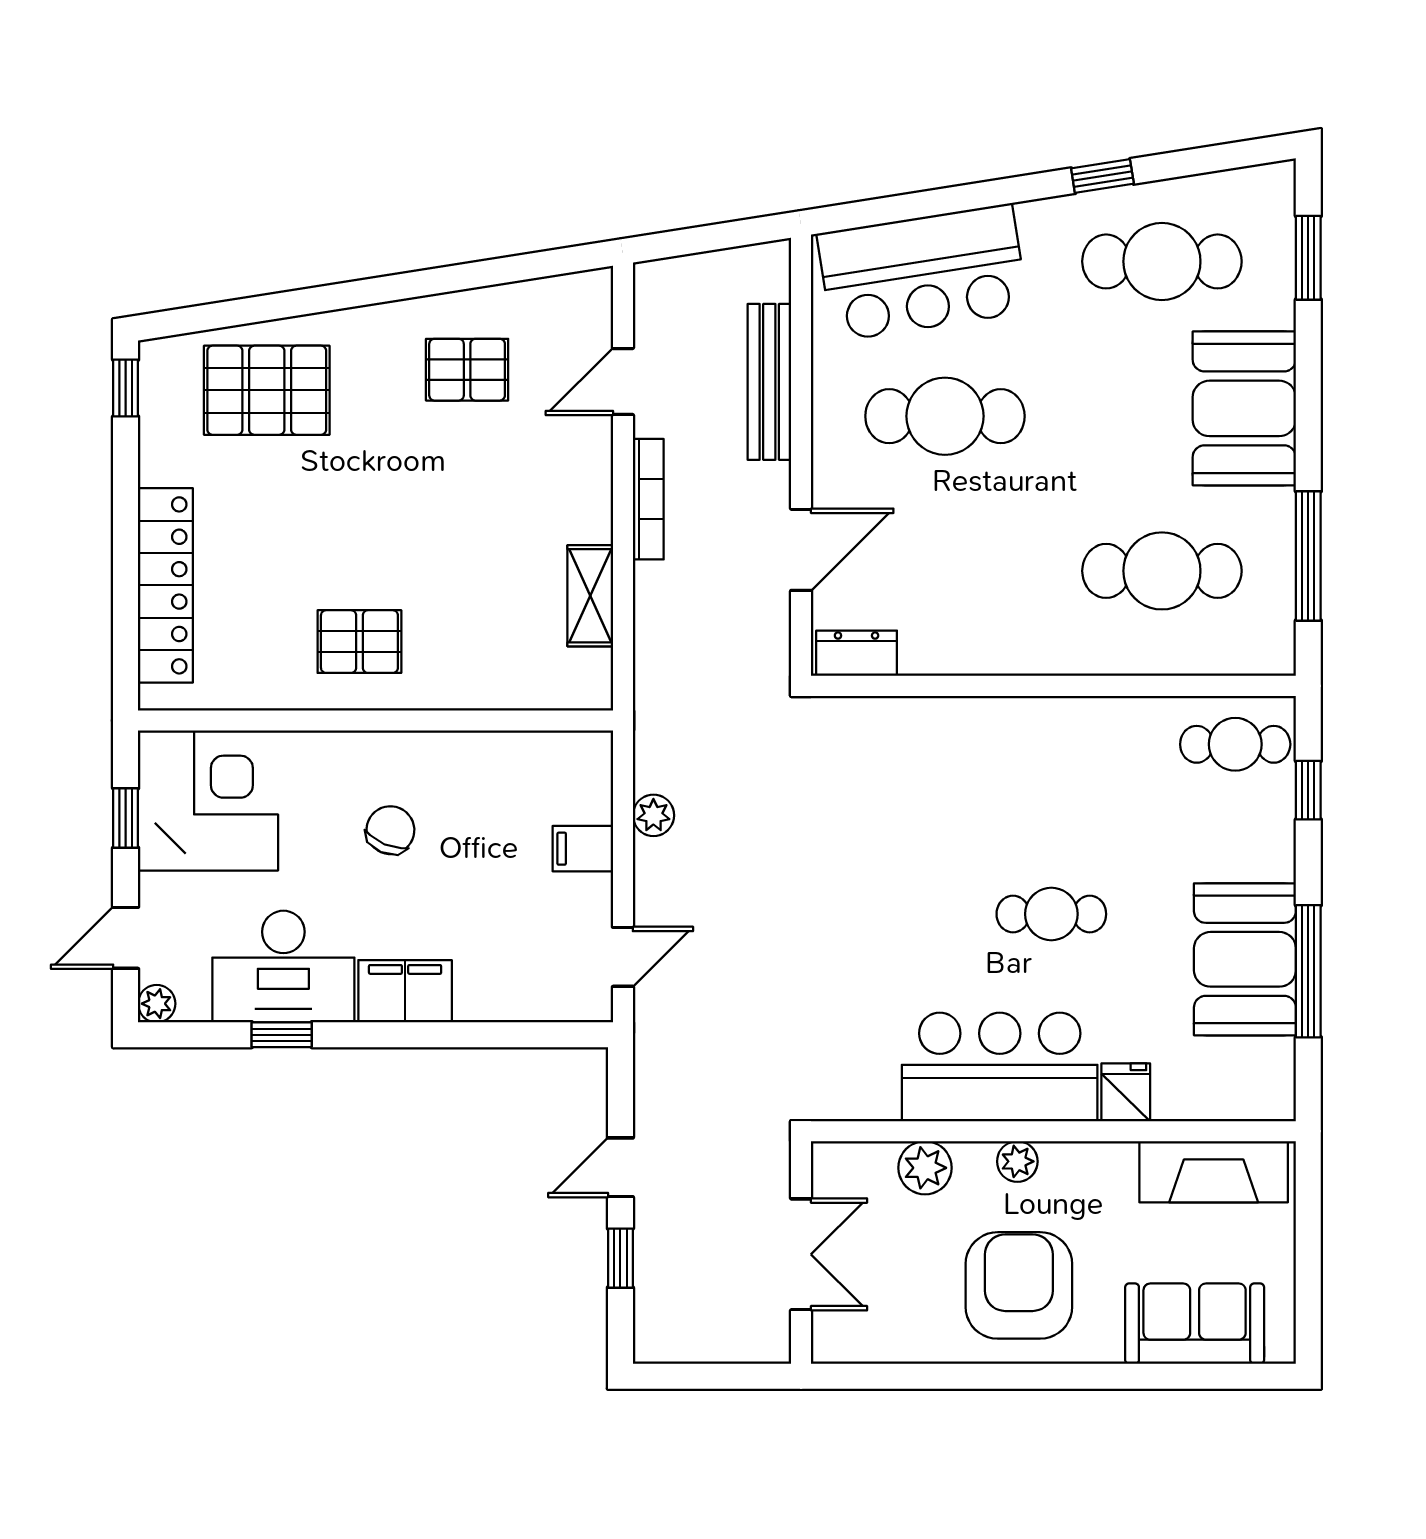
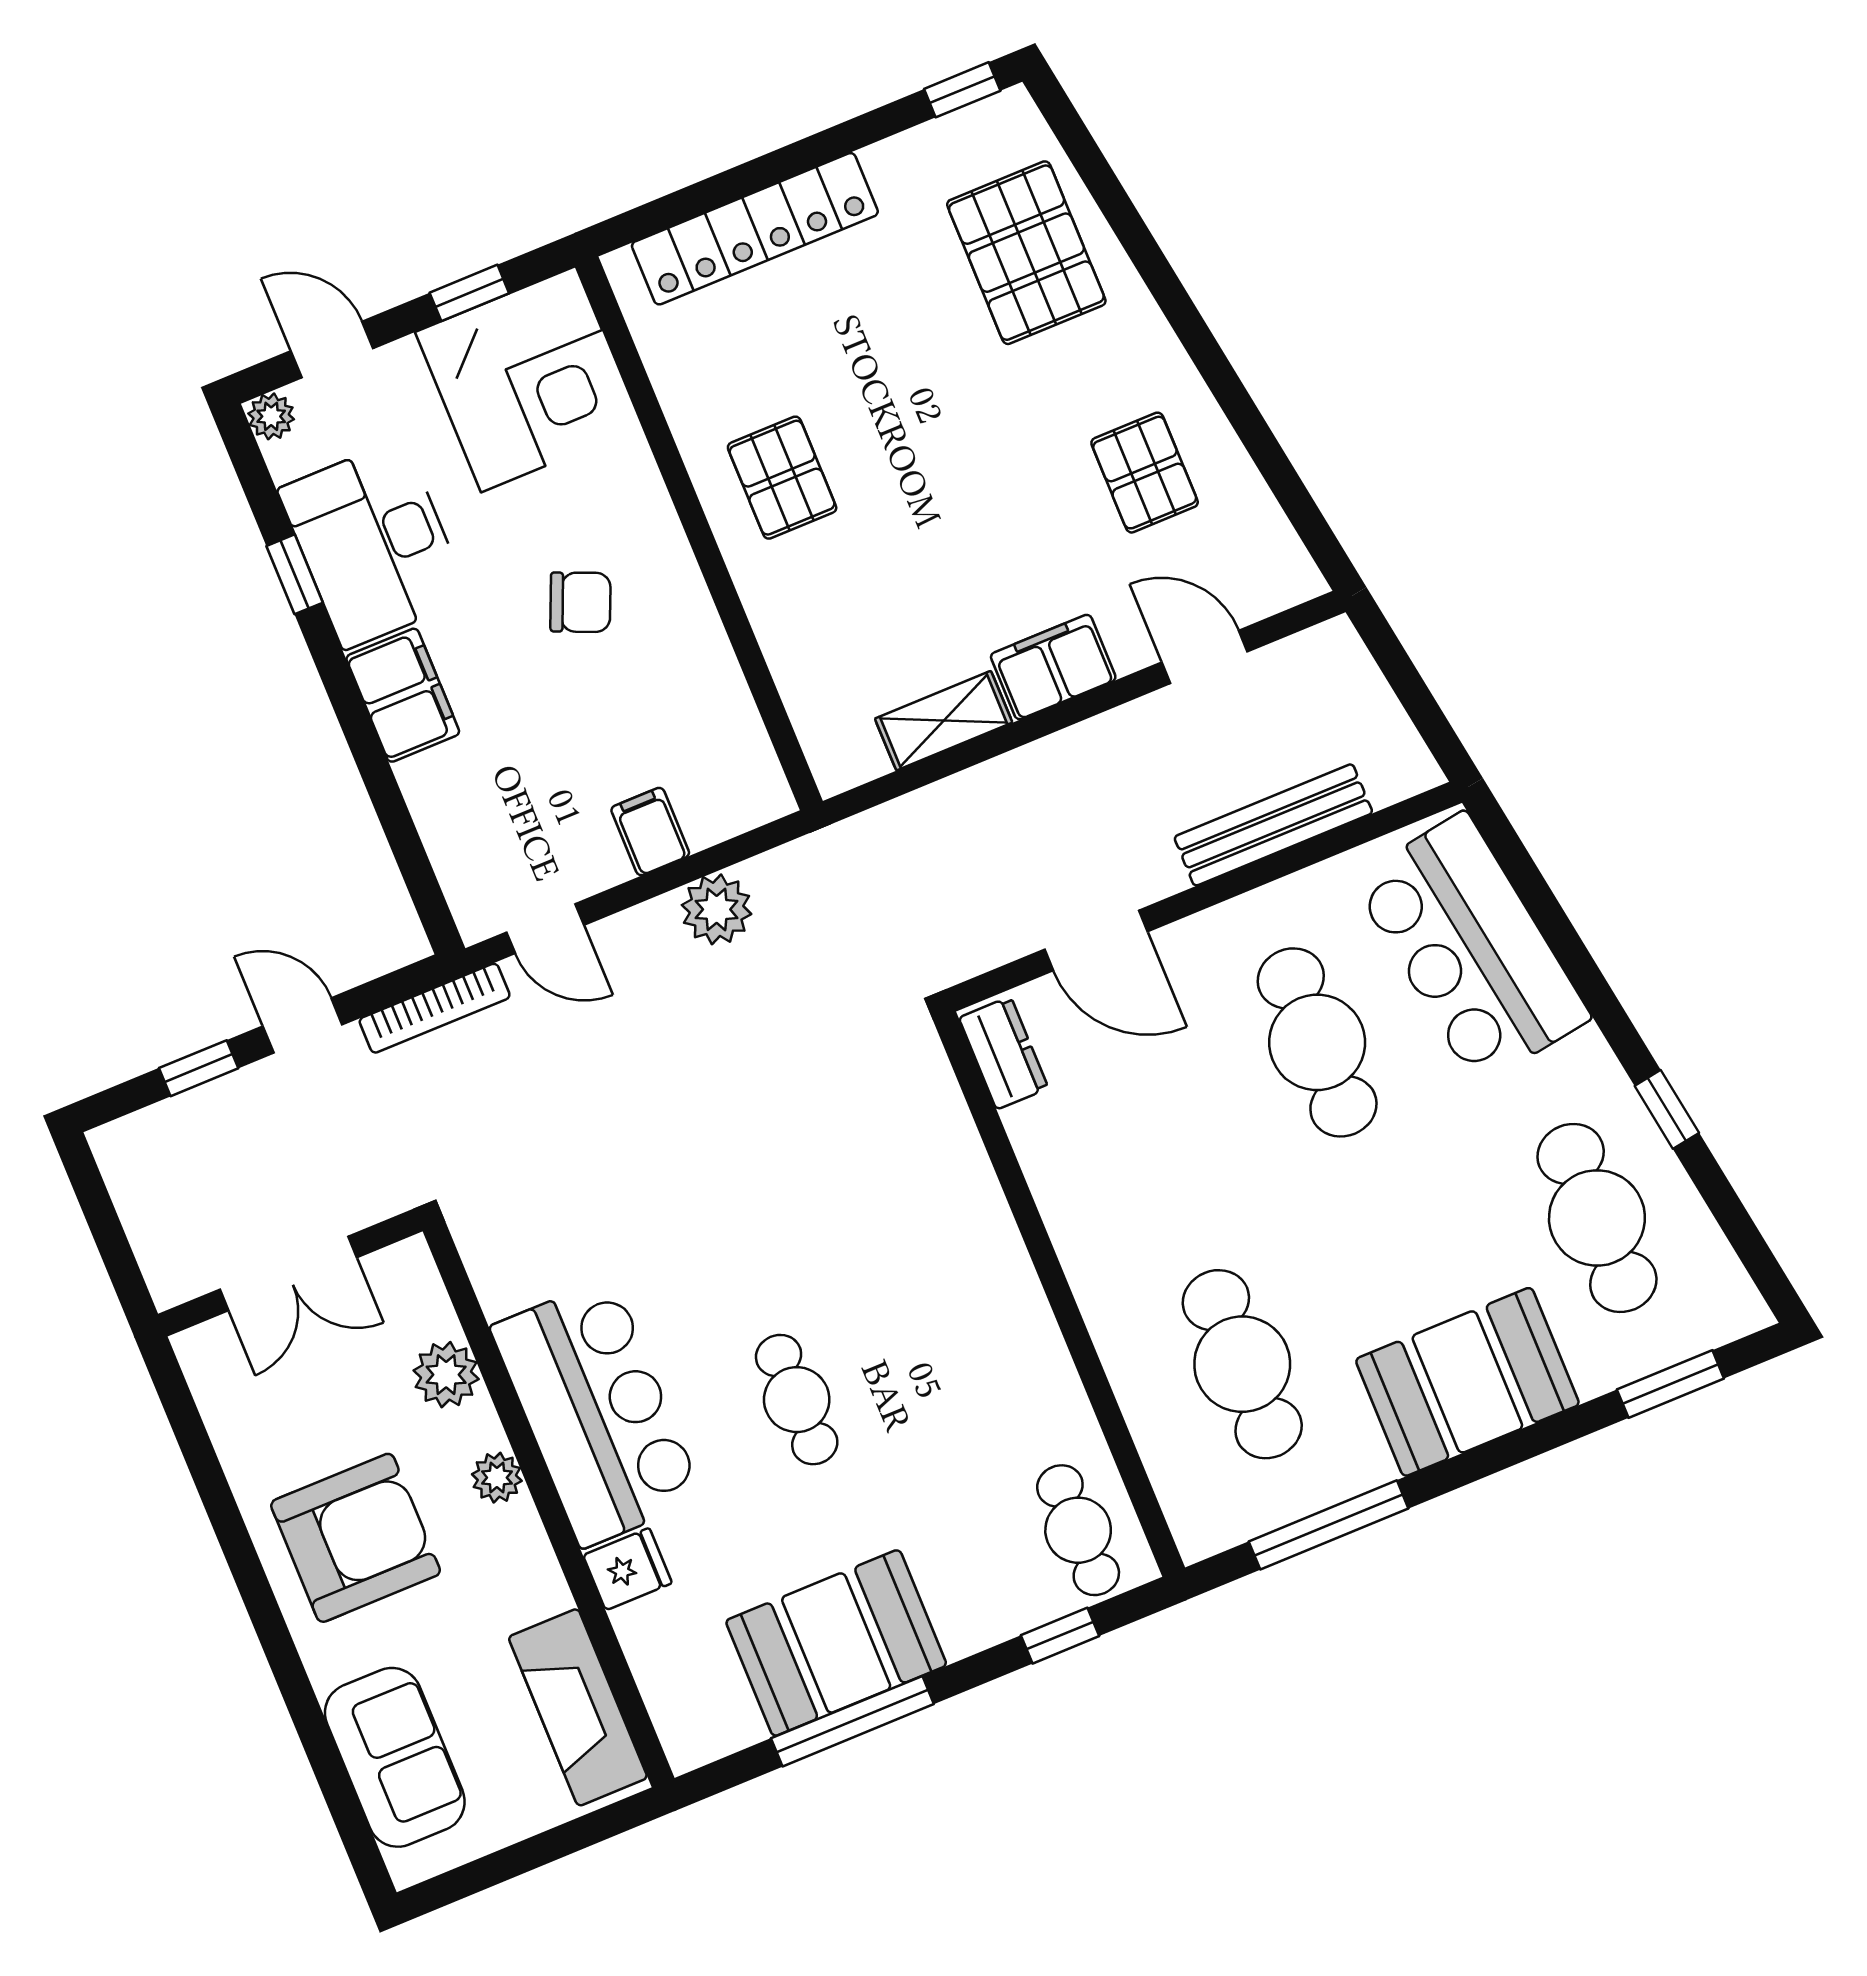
filing cabinet: (584, 498) -> (1053, 667), added
bookcase: (648, 499) -> (435, 1008), moved
plant: (653, 815) -> (717, 909), width x1.38, depth x1.38

